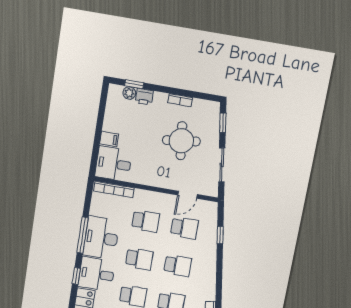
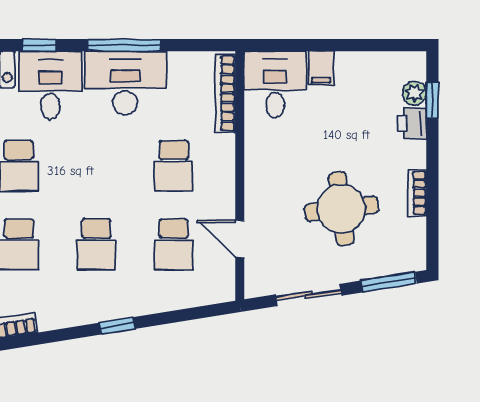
window: (223, 123) -> (389, 282), width x1.50
window: (220, 235) -> (117, 326), moved
school desk: (139, 259) -> (96, 166), removed

